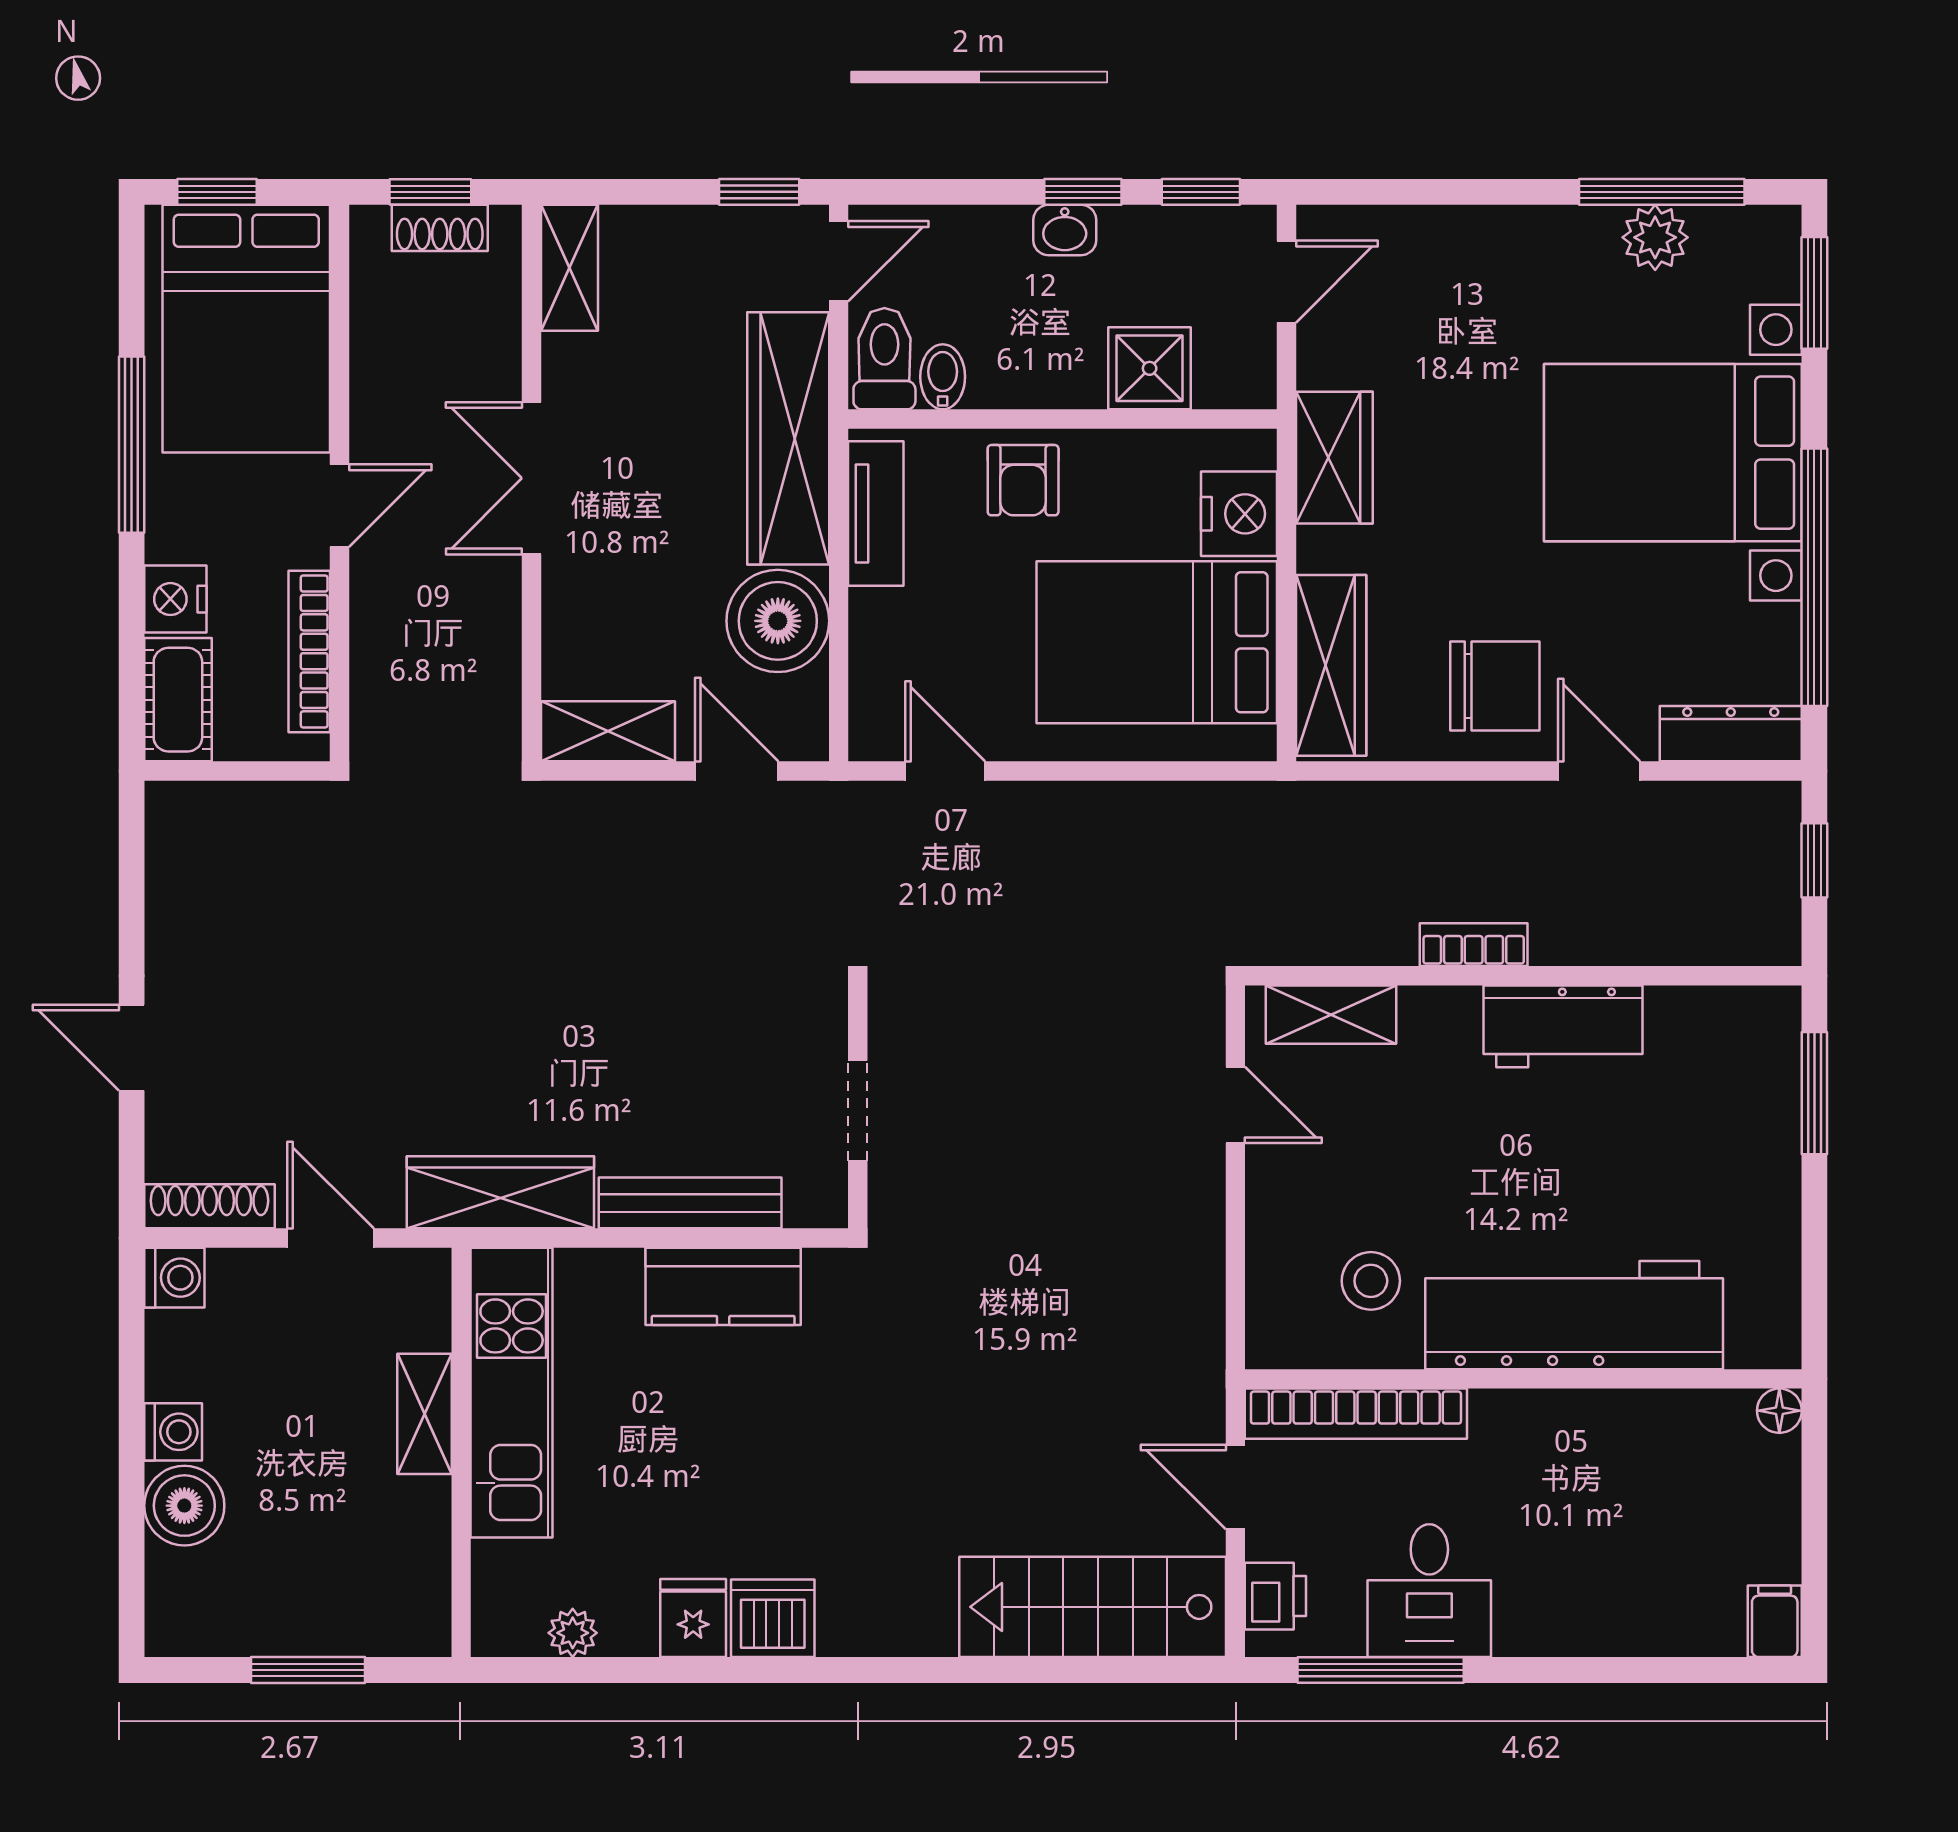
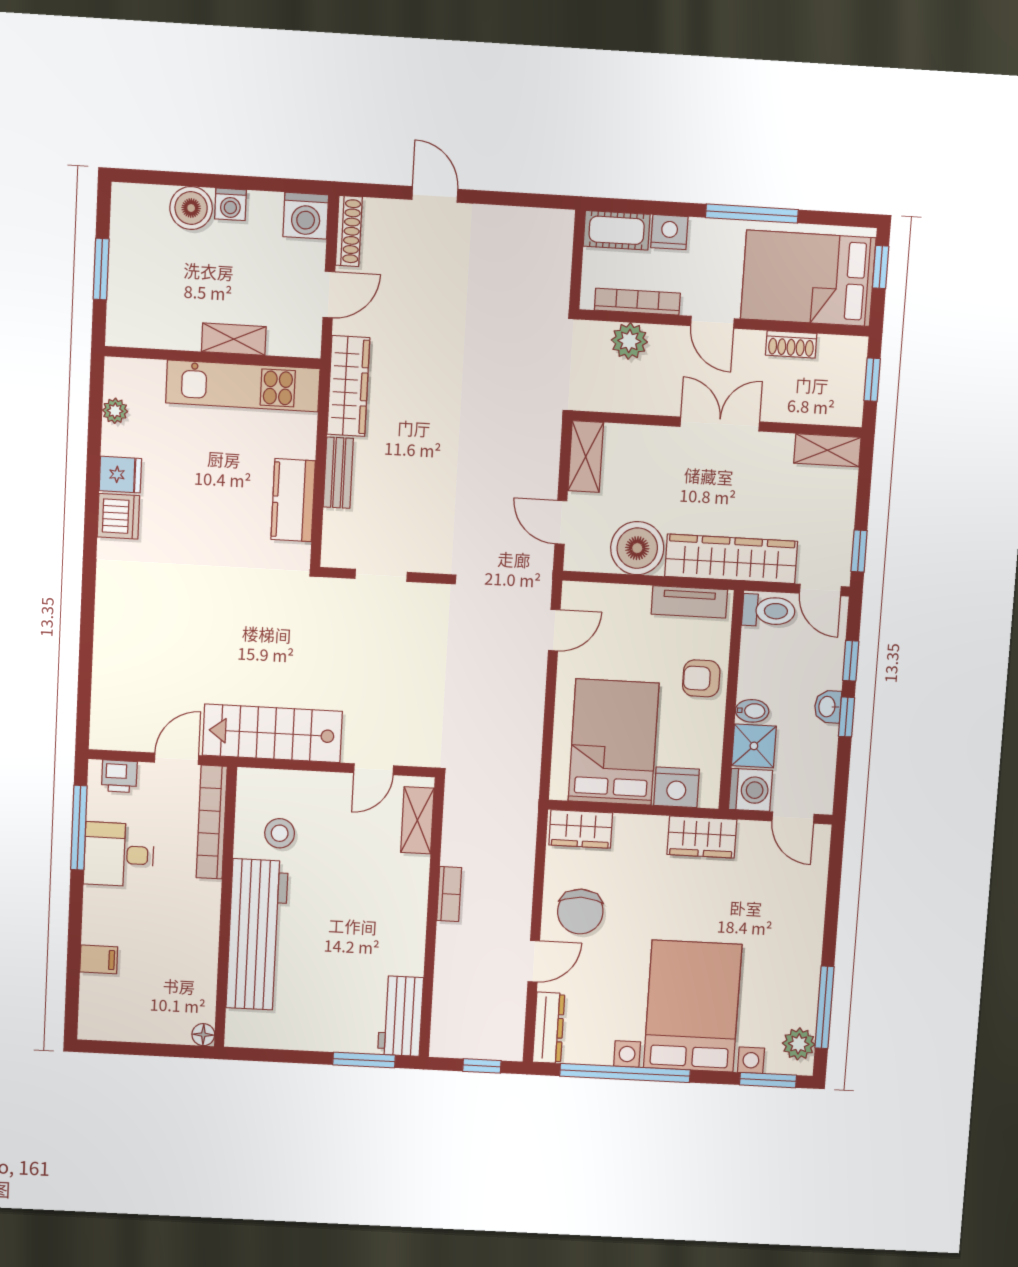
window: (1201, 192) -> (851, 661), moved
shoe rack: (440, 228) -> (791, 344), moved, turned -90
plant: (1655, 237) -> (799, 1044), moved
washing machine: (1236, 369) -> (750, 790), added
bidet: (943, 377) -> (752, 711), moved
plant: (384, 662) -> (629, 341), added
wardrobe: (1331, 665) -> (581, 829), width x0.67
door: (737, 771) -> (561, 522), swing flipped
workbench: (1563, 1026) -> (400, 1016), moved
door: (132, 1048) -> (435, 194), hinge flipped
bench: (690, 1203) -> (338, 473), width x0.73
washing machine: (174, 1278) -> (306, 216), width x1.38, depth x1.38
stairs: (1093, 1607) -> (272, 733), moved, turned -90
filing cabinet: (1775, 1621) -> (99, 959), moved

